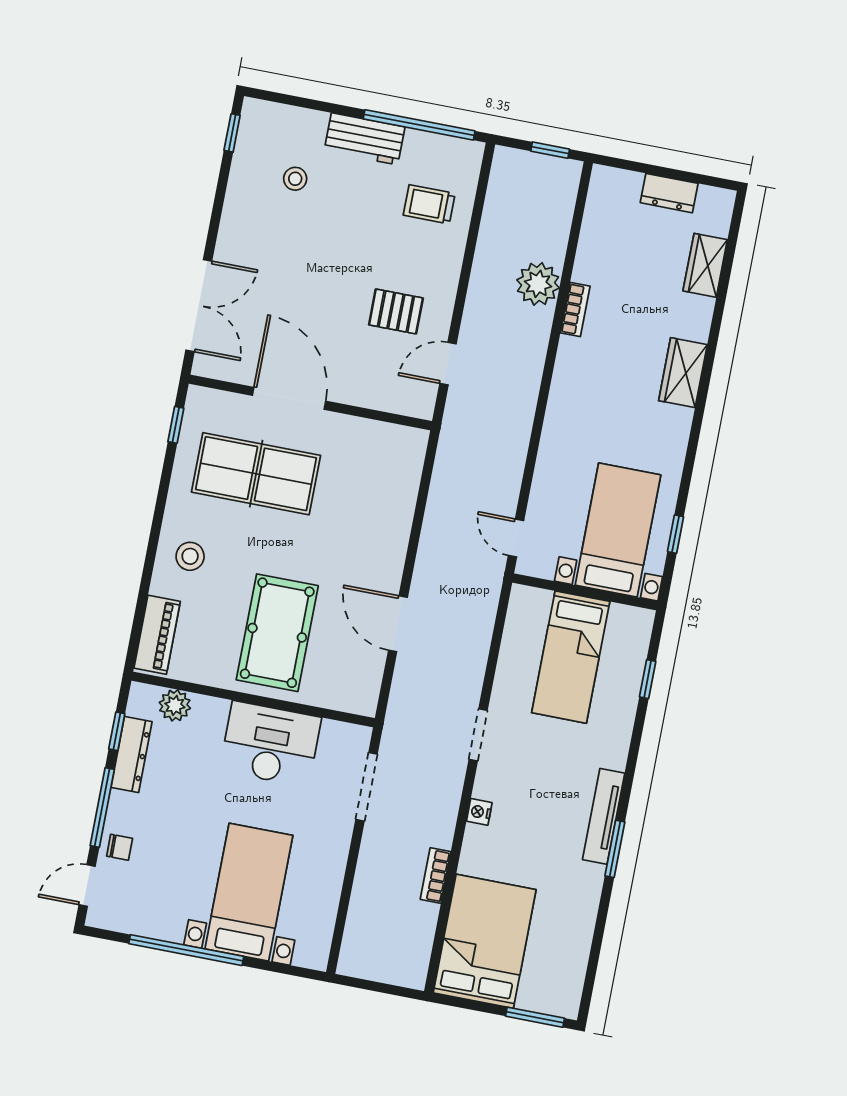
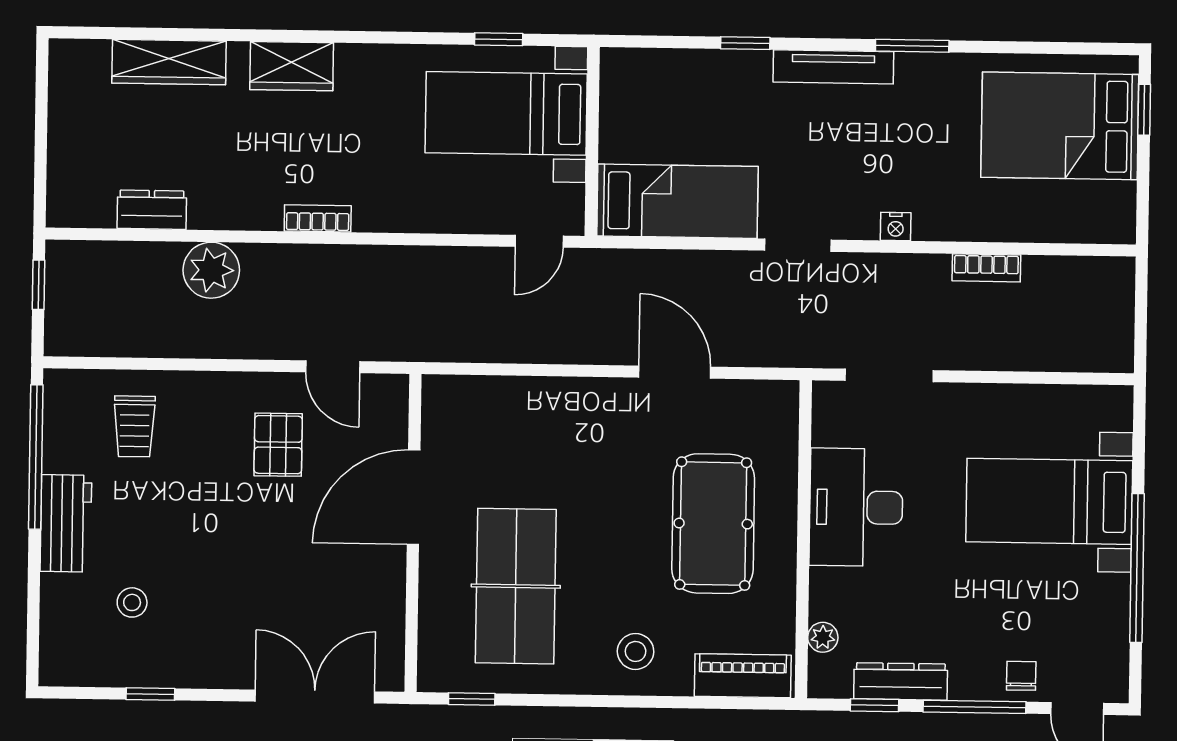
window: (232, 133) -> (150, 694), moved
dresser: (669, 193) -> (152, 210), moved, turned -90
wardrobe: (705, 265) -> (169, 62), width x1.50
bookcase: (575, 310) -> (318, 218), moved
door: (289, 398) -> (414, 497), moved
door: (398, 624) -> (675, 372), swing flipped
pool table: (277, 633) -> (713, 524), turned 90
bed: (571, 657) -> (677, 201), moved
window: (648, 679) -> (745, 43), moved
plant: (175, 705) -> (823, 637), width x0.73, depth x0.73
tv unit: (604, 816) -> (833, 67), moved
bed: (485, 941) -> (1060, 126), moved
window: (535, 1017) -> (1144, 110), width x0.67

